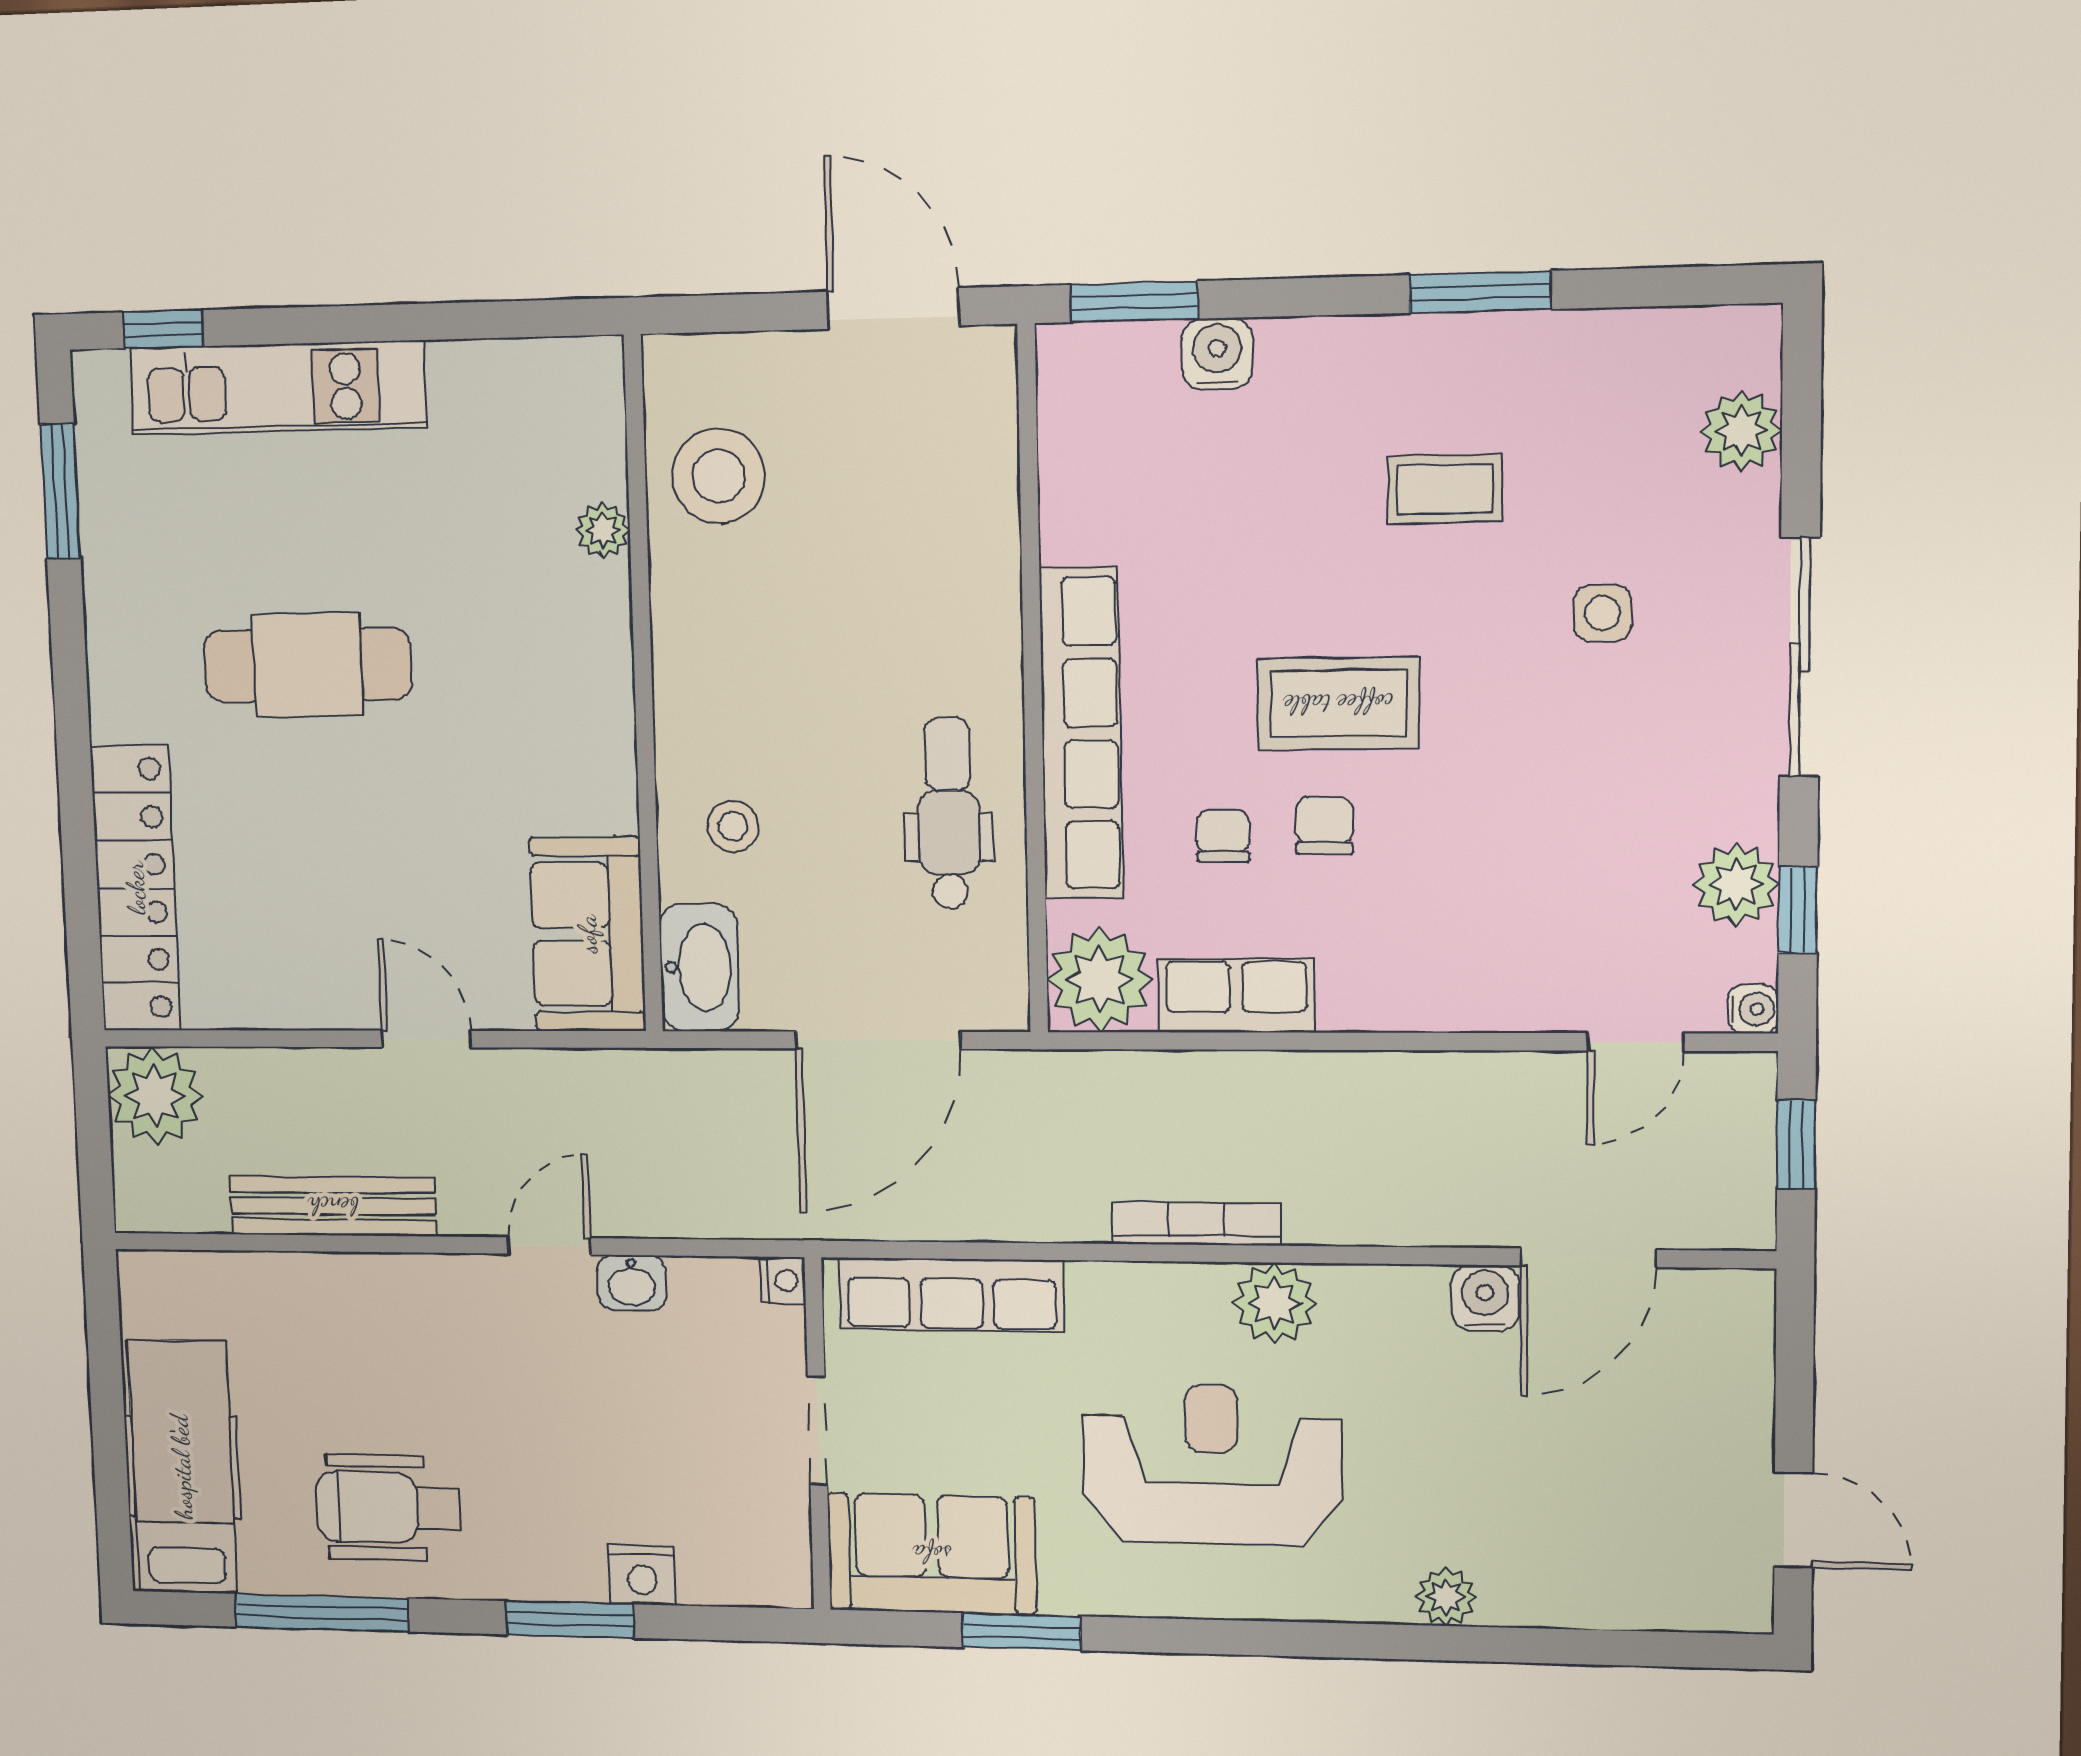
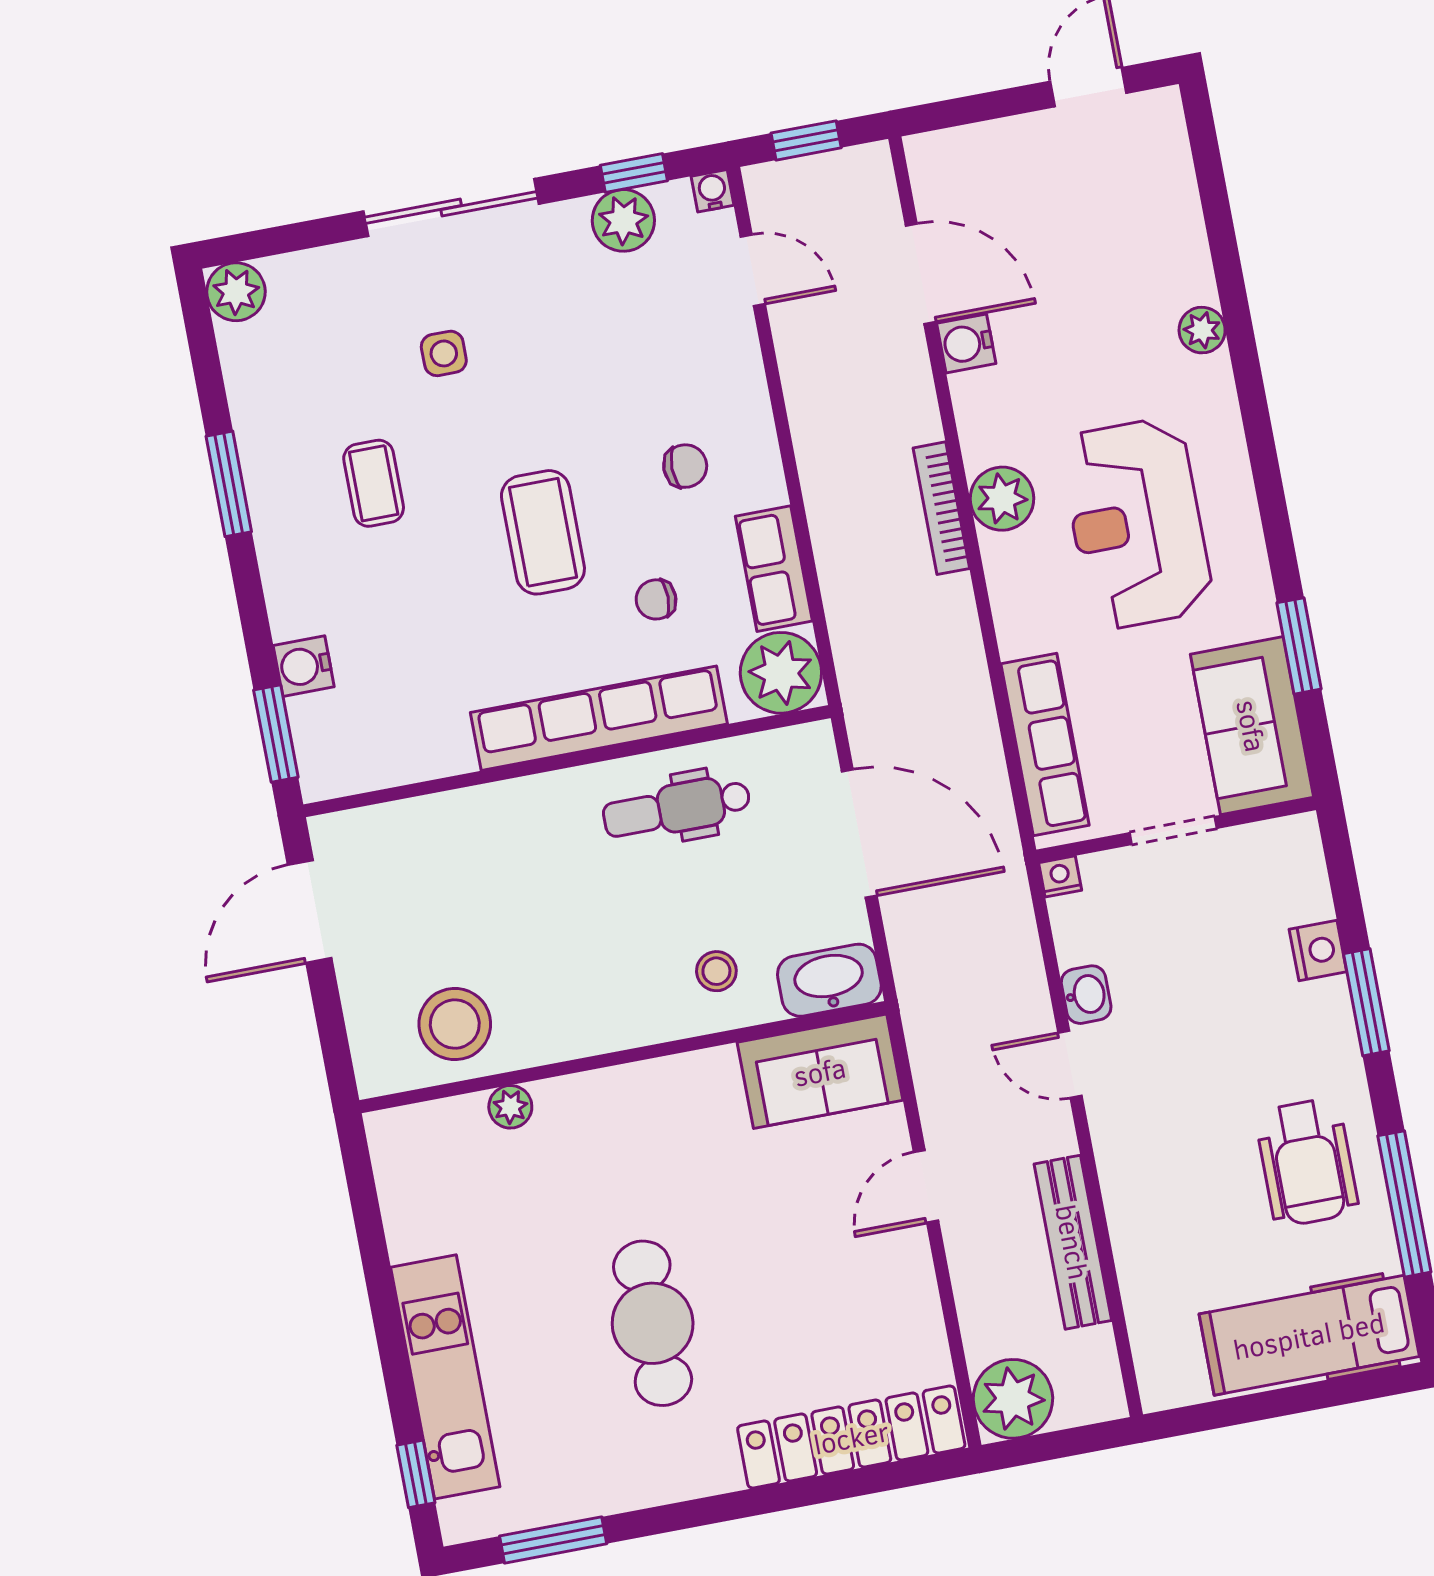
plant: (1741, 431) -> (236, 292), moved
chair: (1324, 825) -> (685, 466), moved, turned 180
bookcase: (1197, 1224) -> (941, 508), moved

